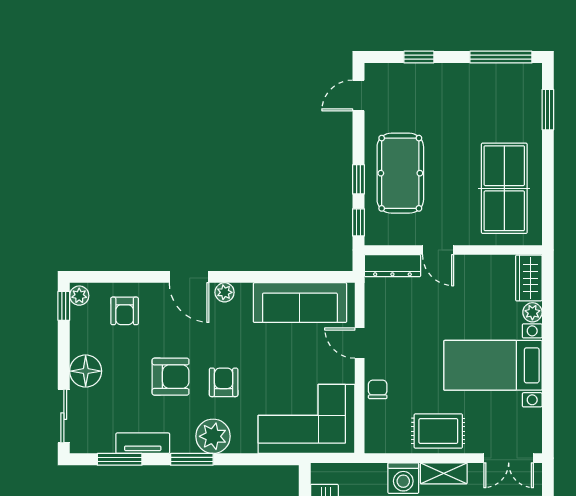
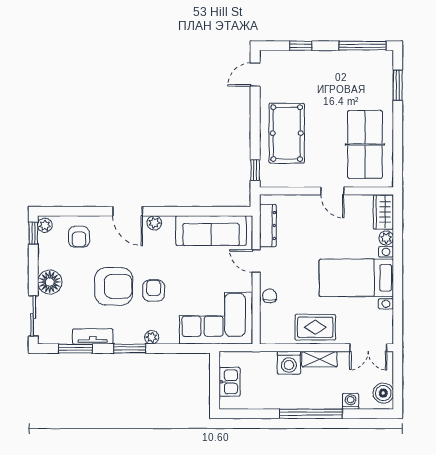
window: (358, 179) -> (255, 138), removed
door: (438, 250) -> (332, 191), moved
dresser: (392, 266) -> (268, 226), moved, turned -90
armchair: (171, 377) -> (114, 286), width x1.36, depth x1.36
plant: (213, 436) -> (152, 337), width x0.53, depth x0.53

